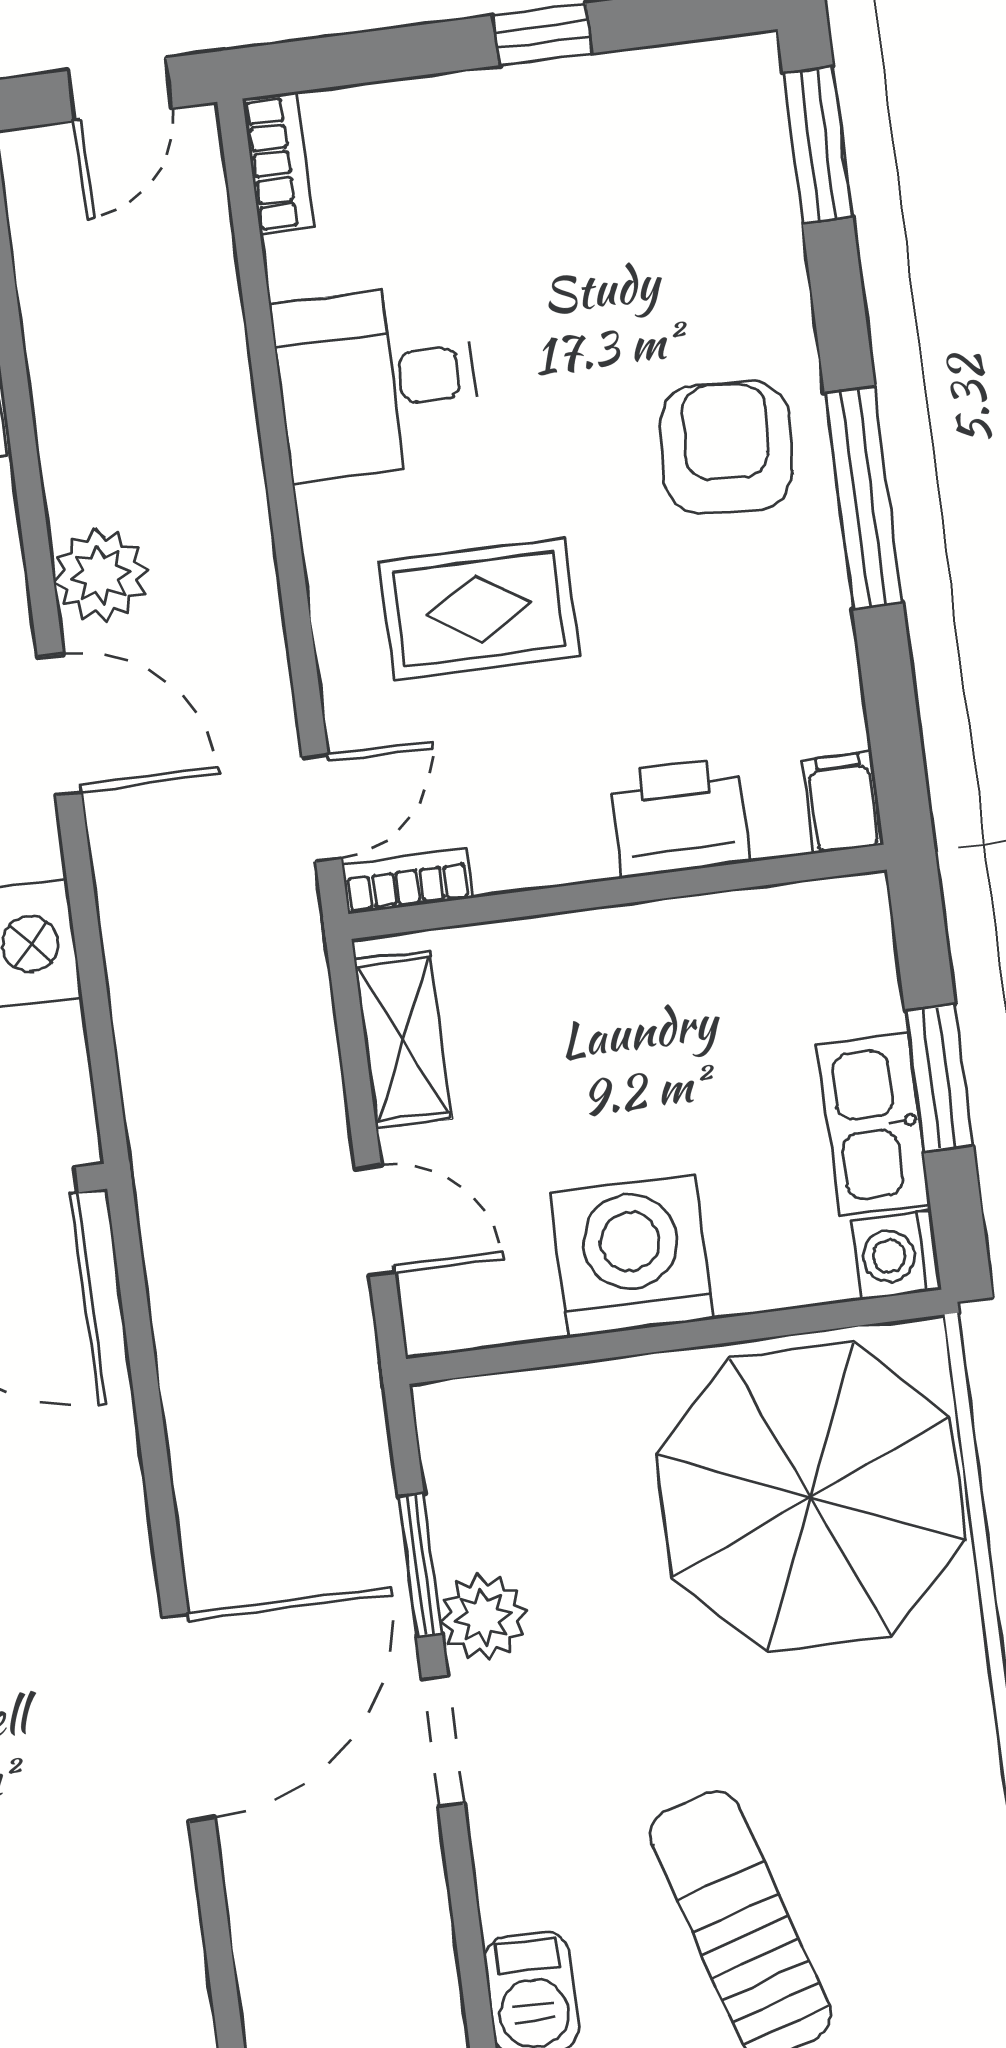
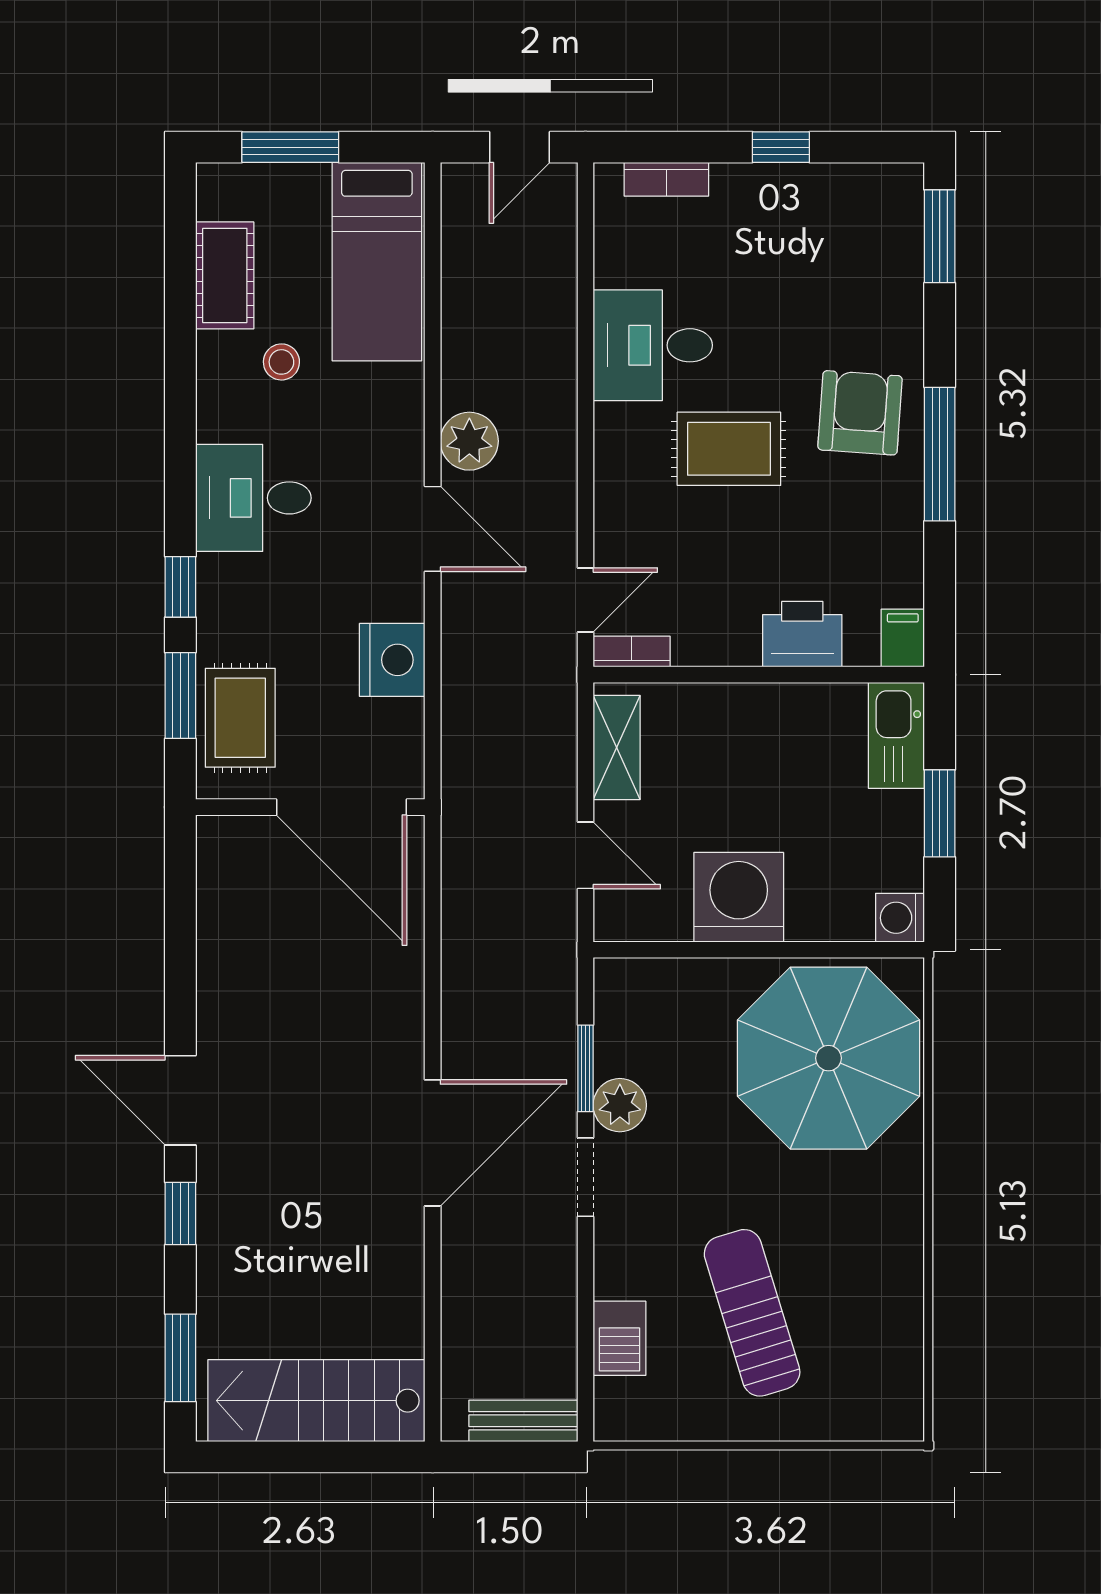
bookcase: (278, 163) -> (666, 179), moved, turned 90
rug: (479, 609) -> (729, 449), moved
kitchen sink: (874, 1124) -> (896, 735), moved

